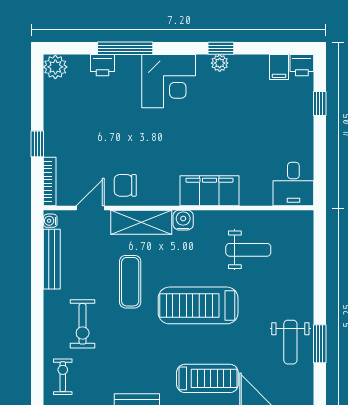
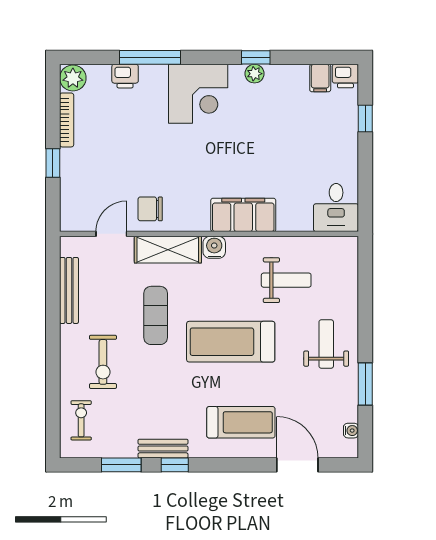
bookcase: (50, 182) -> (67, 120), moved
water cooler: (50, 221) -> (351, 431), moved, turned 180
weight bench: (290, 342) -> (326, 344), moved, turned 180

